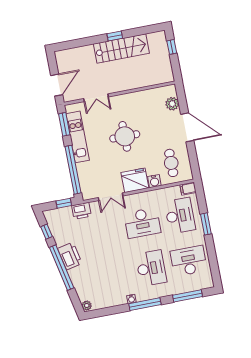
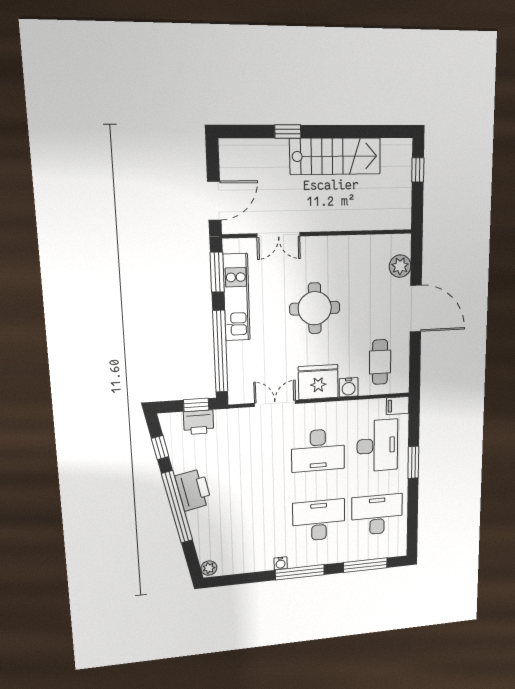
window: (115, 36) -> (288, 131), moved
double door: (111, 197) -> (275, 403), swing flipped
printer: (81, 211) -> (199, 422), moved
desk: (151, 268) -> (319, 520), turned -90

